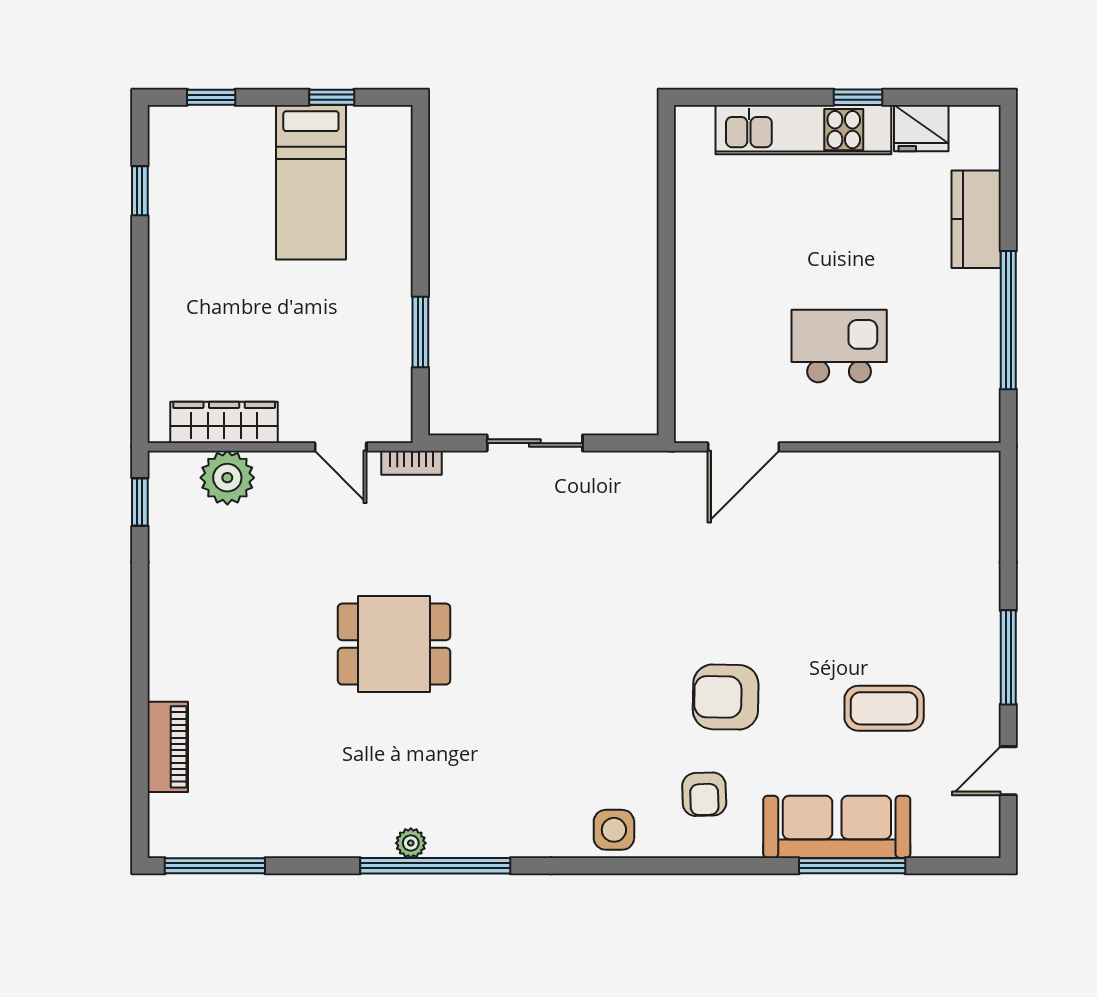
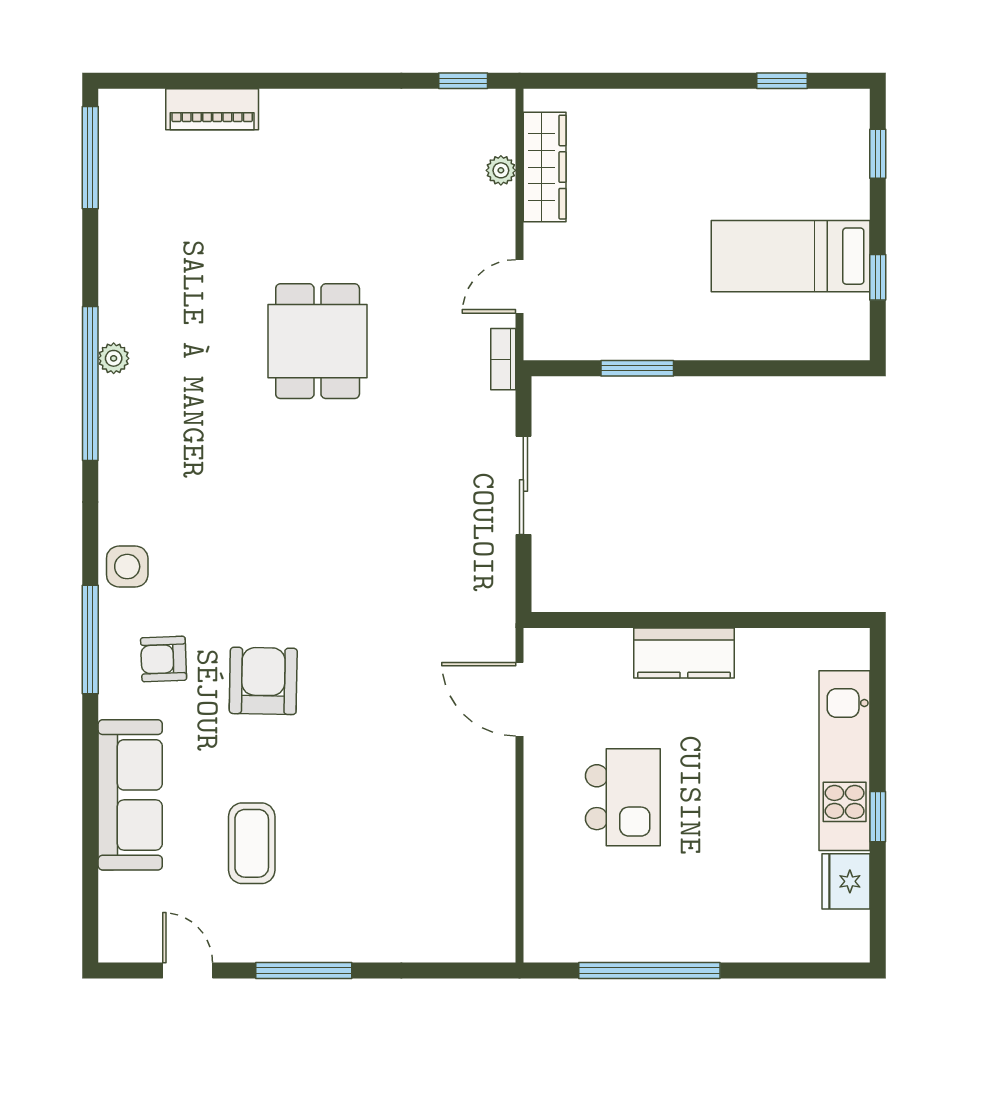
kitchen counter: (976, 219) -> (684, 653), moved, turned 180
plant: (227, 478) -> (501, 170), width x0.53, depth x0.53
window: (852, 866) -> (90, 639), moved

